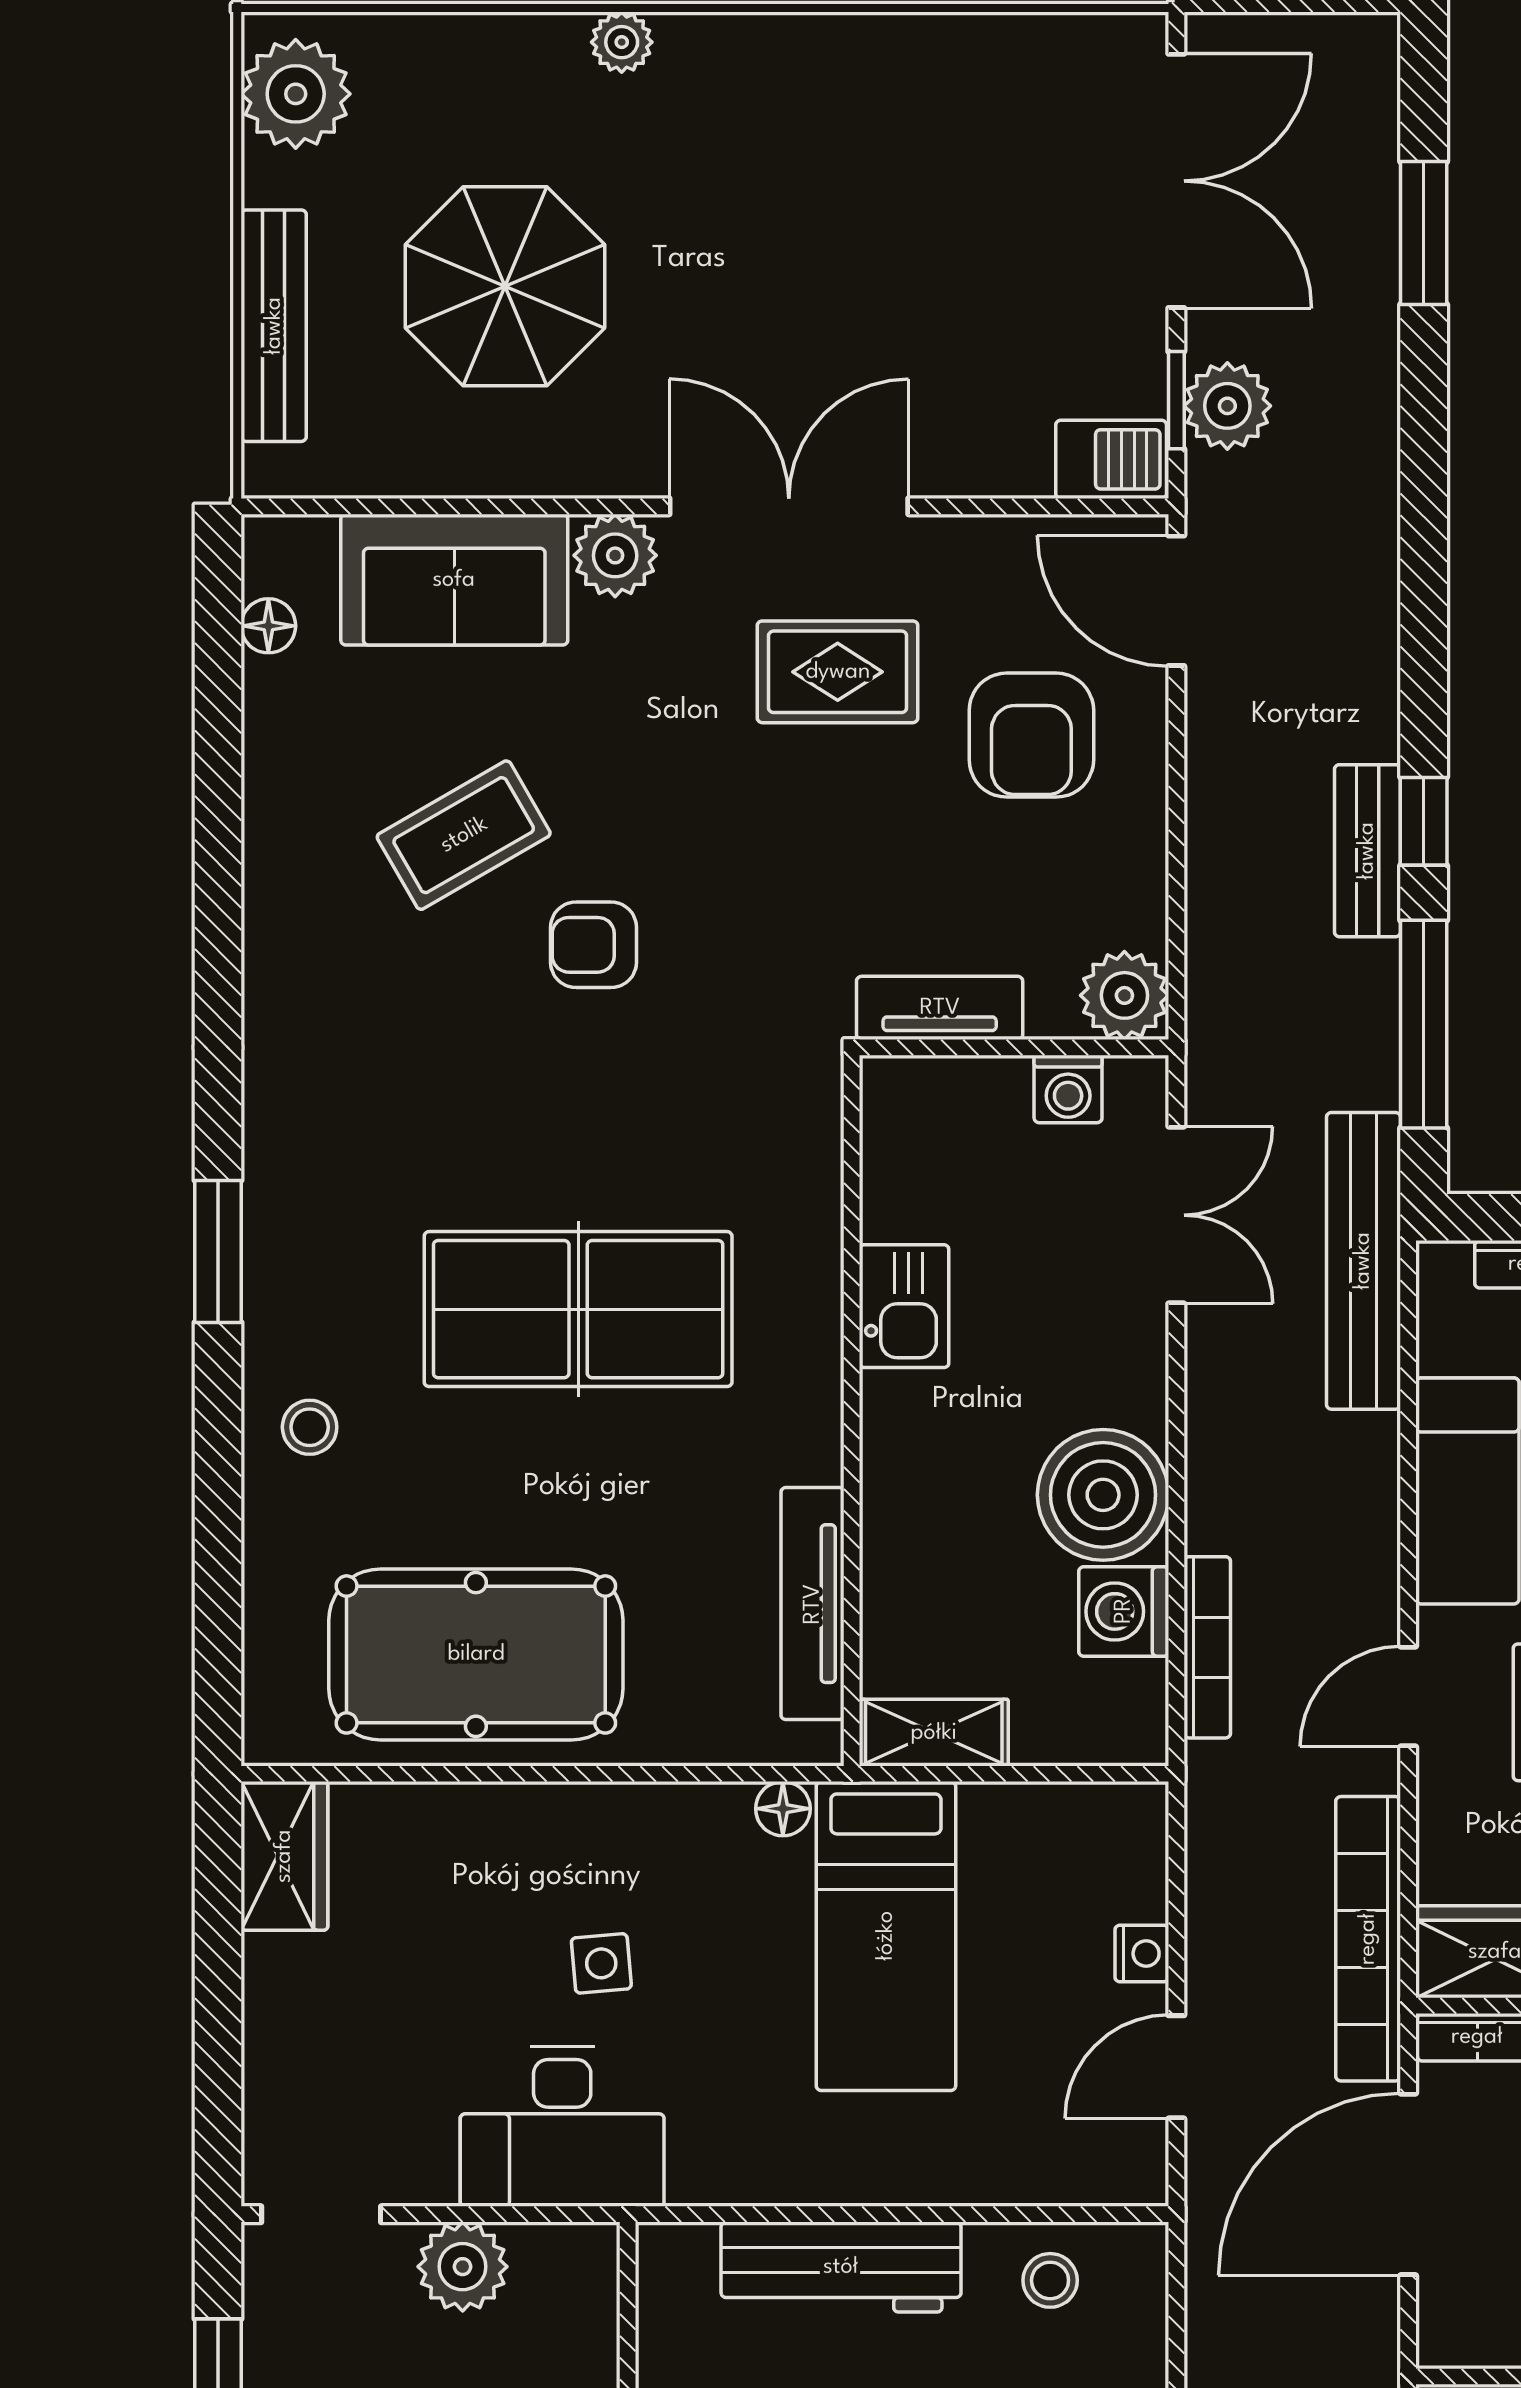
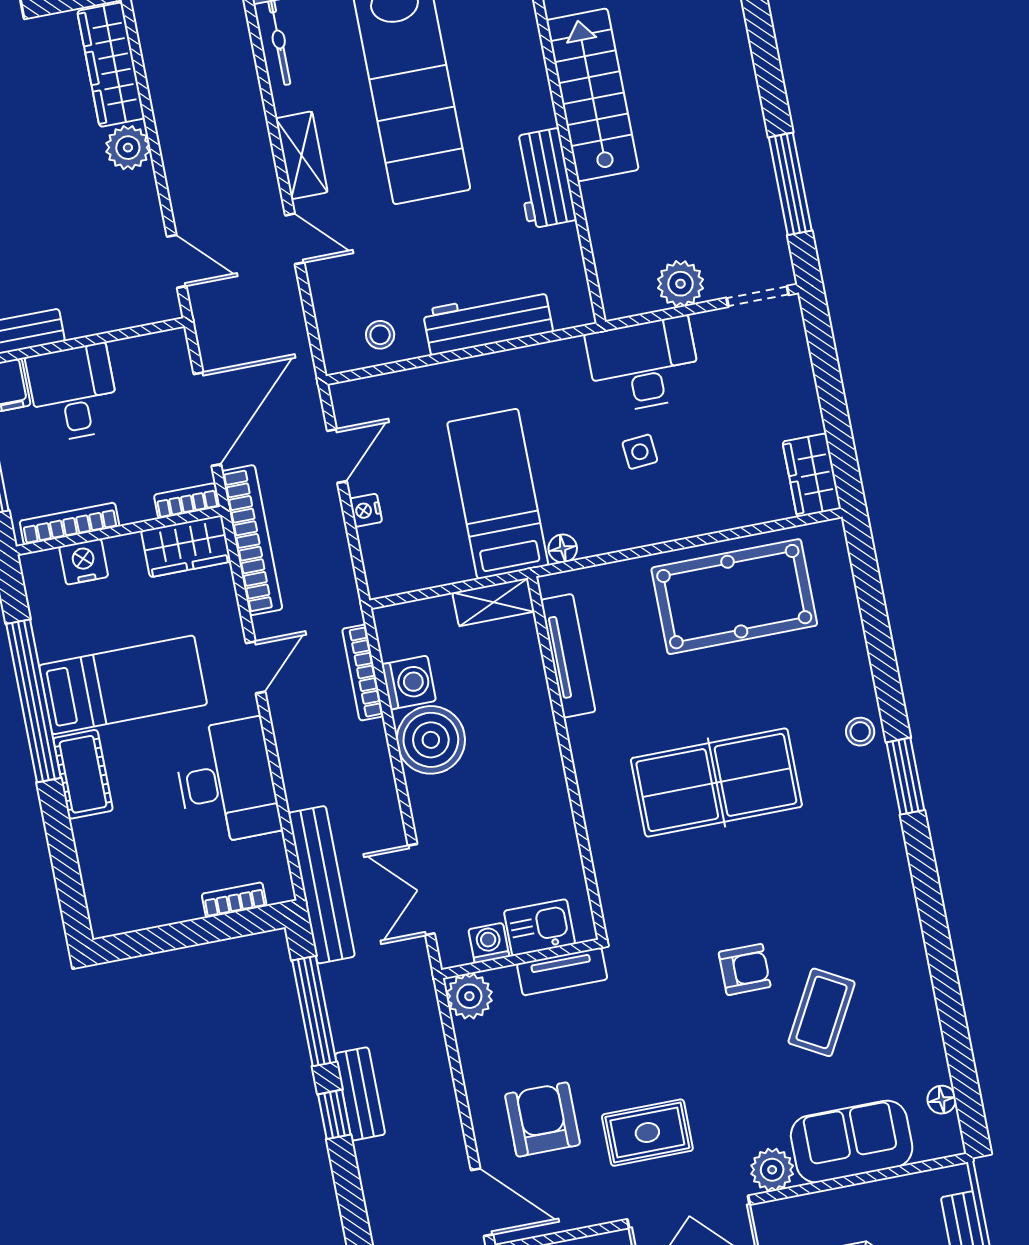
coffee table: (464, 835) -> (822, 1012), turned -31
kitchen sink: (904, 1306) -> (539, 928), moved, turned 90
stool: (310, 1427) -> (860, 732), moved

